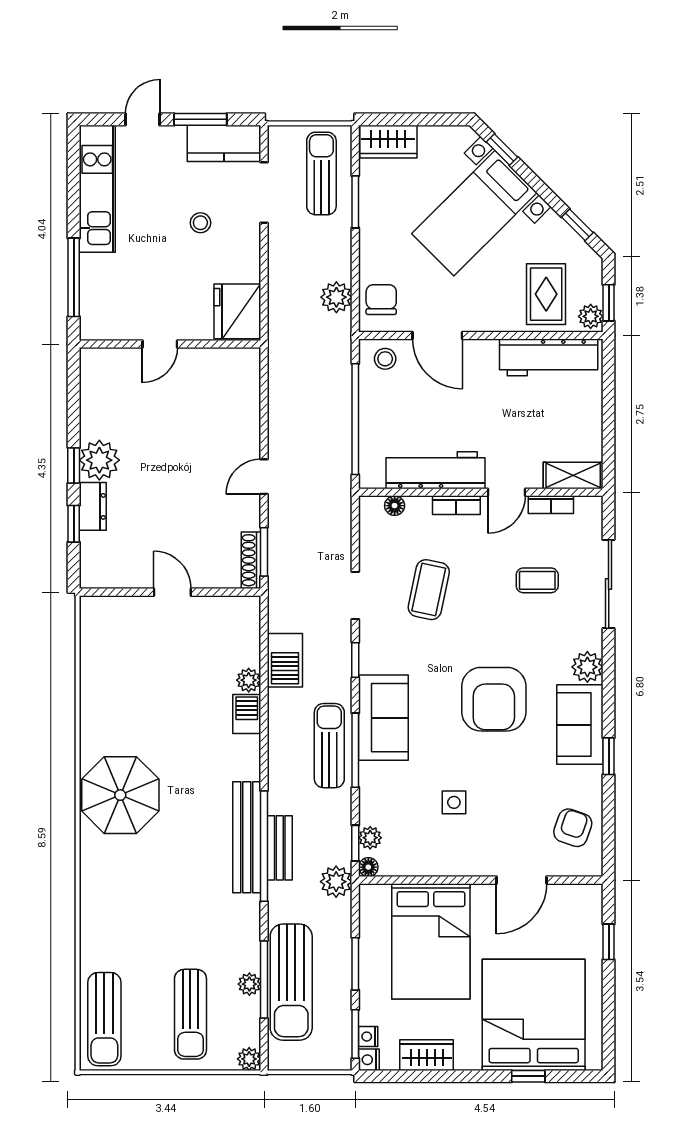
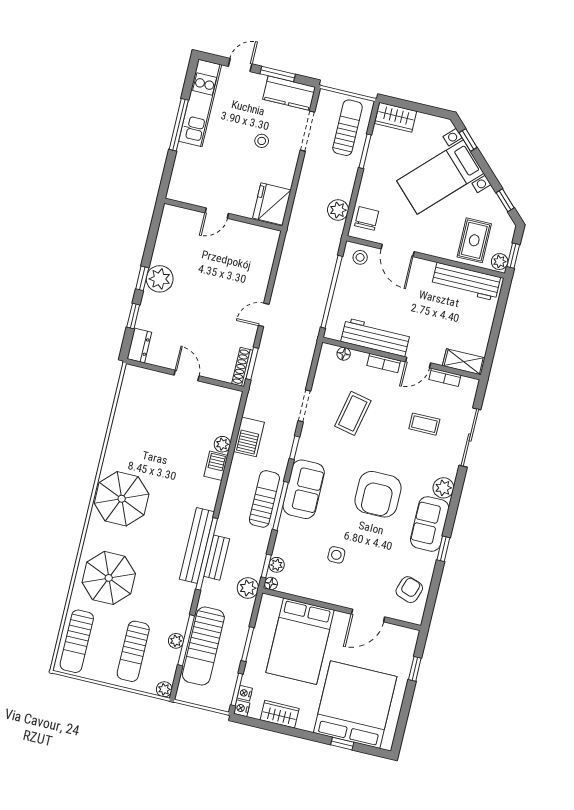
window: (74, 277) -> (179, 125), moved
dresser: (93, 506) -> (139, 345), moved
parasol: (129, 915) -> (109, 578), added

